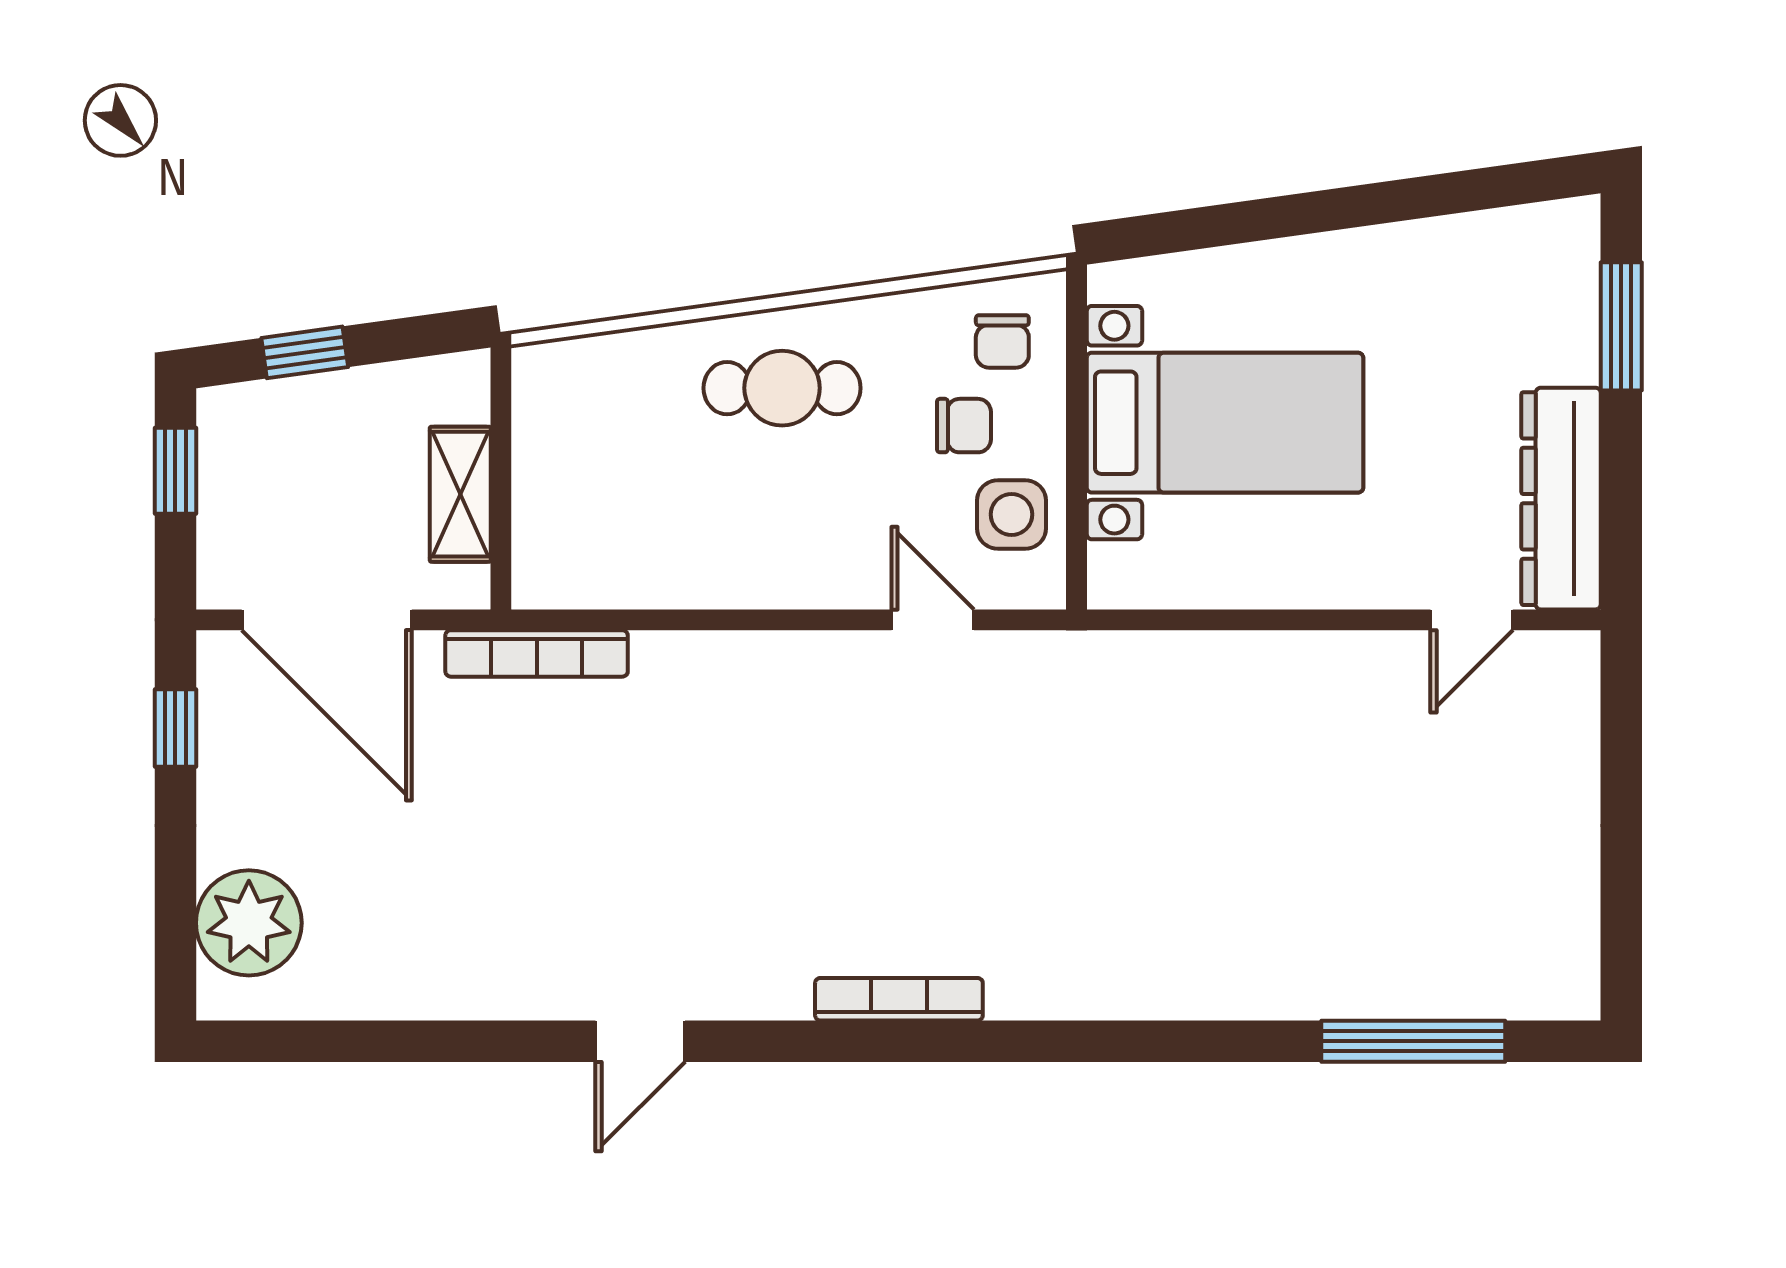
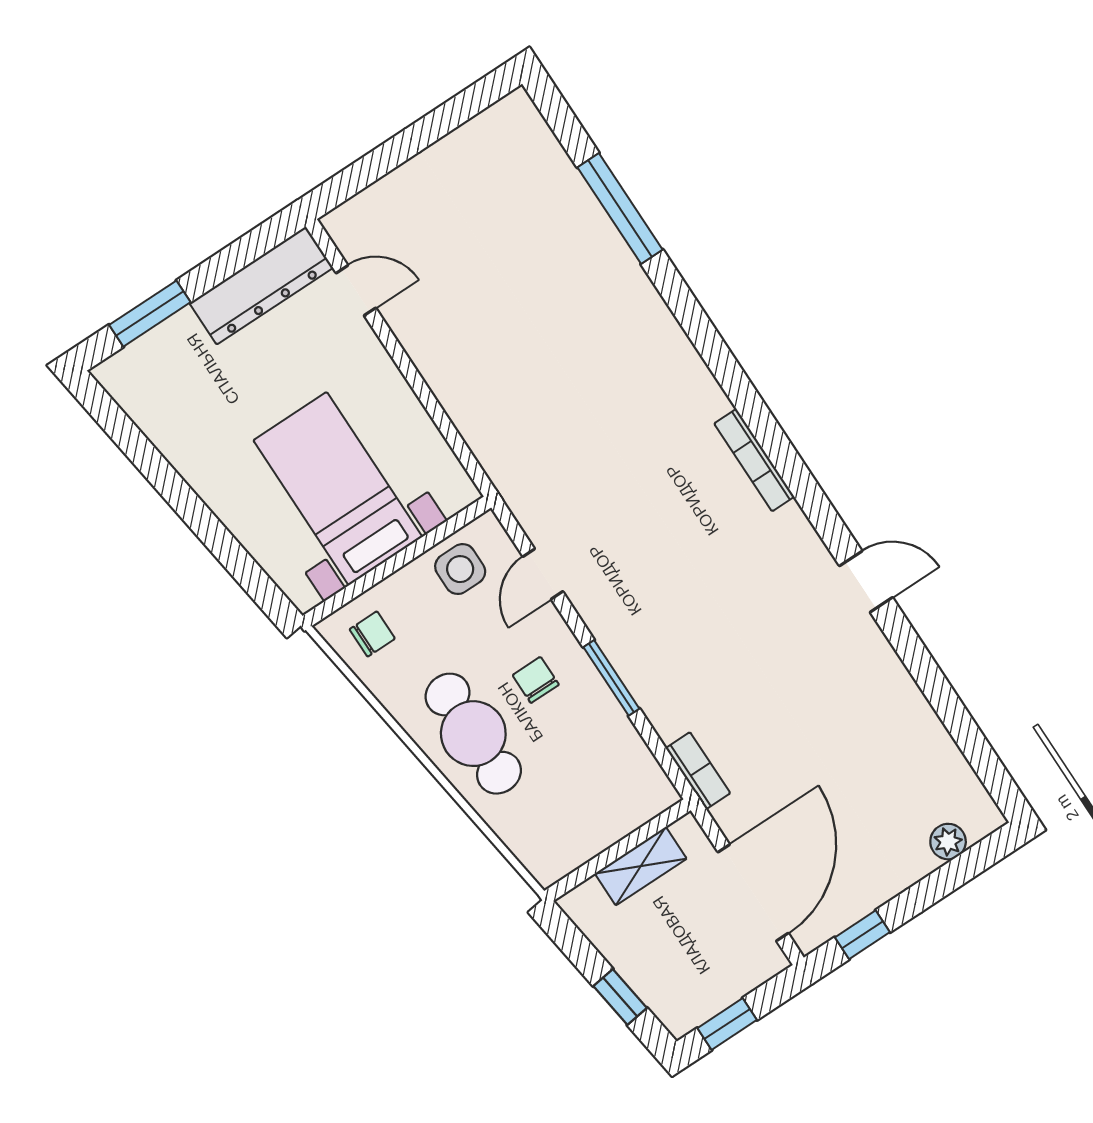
cafe table: (782, 388) -> (473, 734), width x1.37, depth x1.35
chair: (964, 426) -> (536, 680), moved
window: (735, 620) -> (611, 678), added
bookcase: (537, 653) -> (698, 771), width x0.64
plant: (249, 923) -> (948, 842), width x0.53, depth x0.53
window: (1413, 1041) -> (620, 208), moved

